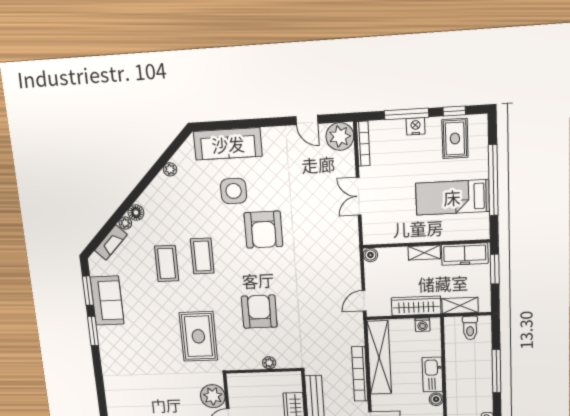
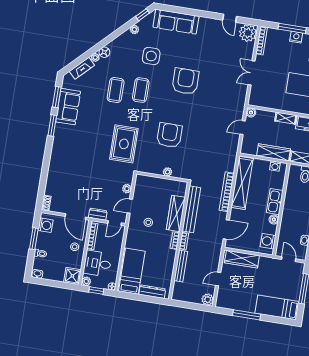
window: (176, 145) -> (142, 15), added
side table: (234, 191) -> (151, 56), moved
armchair: (263, 230) -> (185, 81), turned 180
door: (364, 301) -> (243, 128), moved
plant: (213, 396) -> (127, 189), width x0.53, depth x0.53

